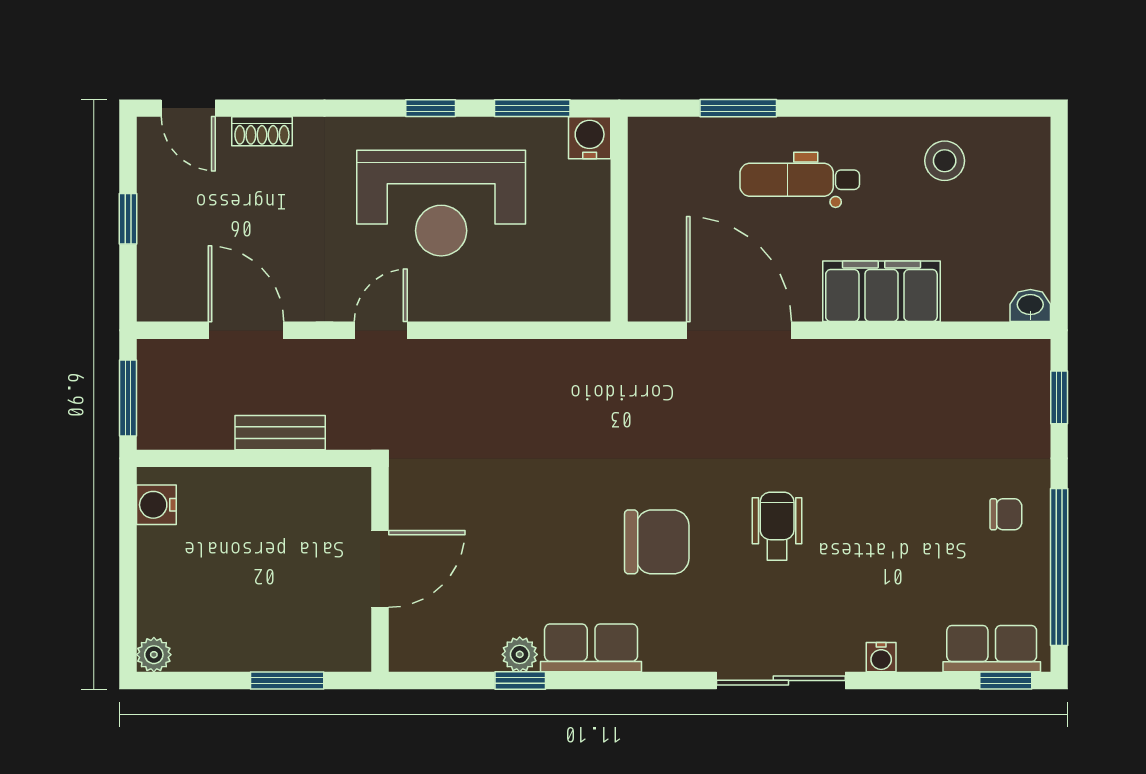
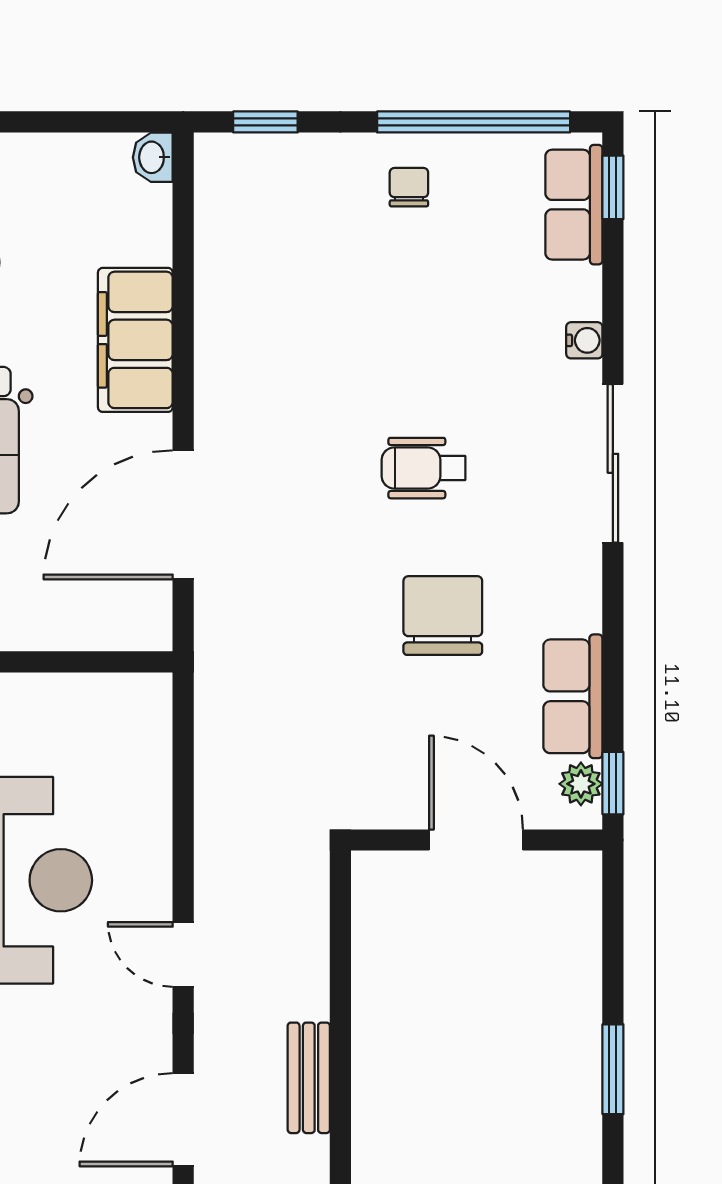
door: (380, 569) -> (476, 840), moved
wall: (380, 569) -> (477, 840), moved

